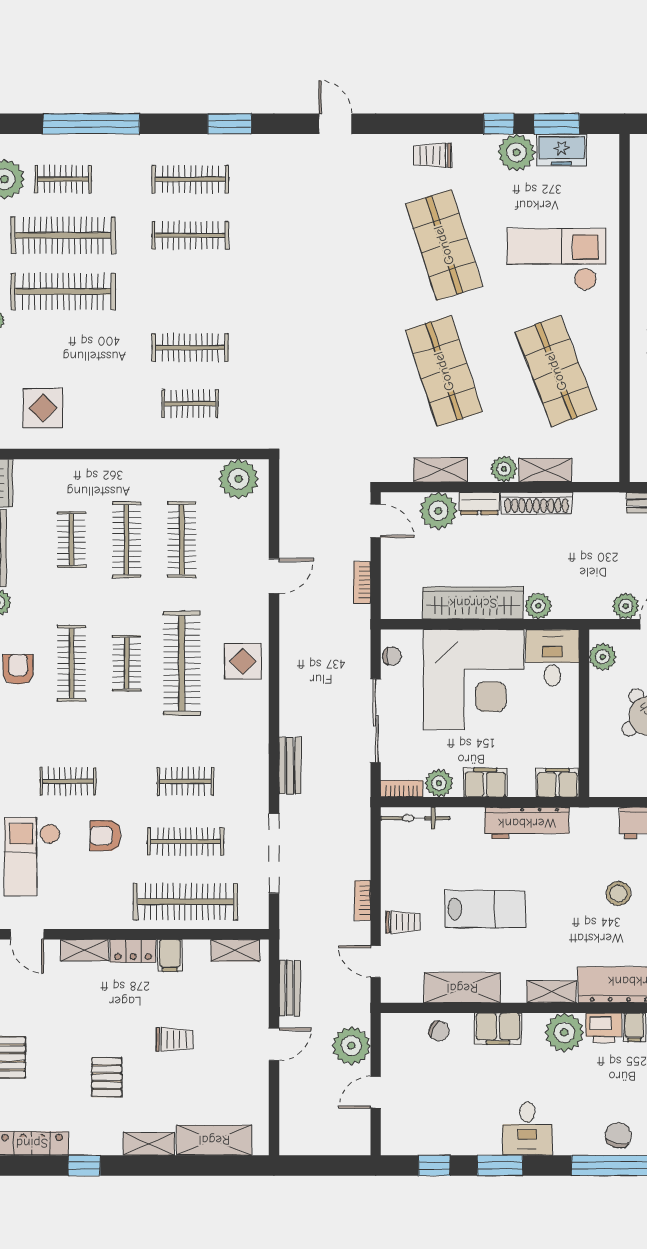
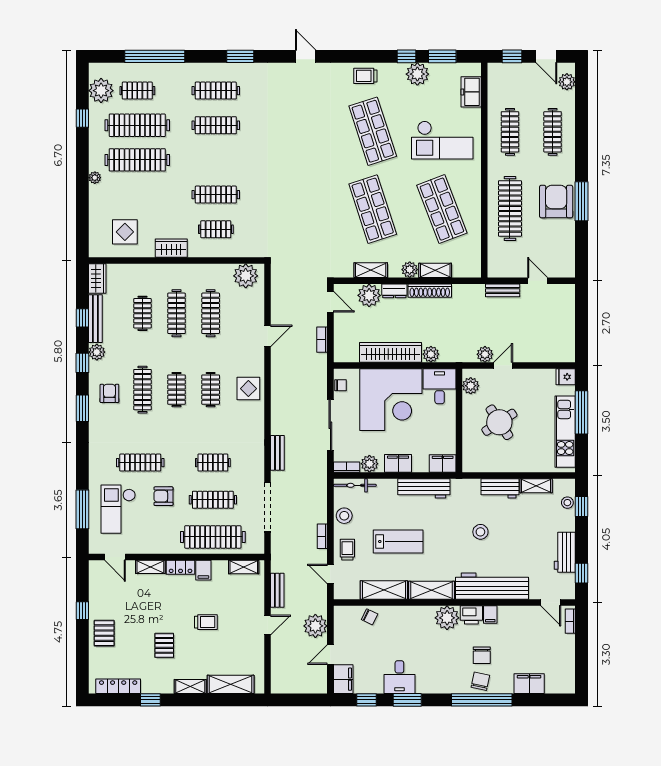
freezer: (562, 150) -> (471, 92), moved, turned 90
checkout: (557, 259) -> (442, 140), turned 180
wardrobe: (118, 434) -> (171, 248), added
clothes rail: (182, 663) -> (211, 390), width x0.54, depth x0.76
clothes rail: (68, 781) -> (140, 463), width x1.36
stool: (398, 867) -> (344, 516), added
trolley: (403, 922) -> (347, 550), turned -90
shelving: (552, 992) -> (432, 590), width x1.50, depth x1.33
filing cabinet: (498, 1029) -> (343, 679), moved, turned -90
chair: (621, 1093) -> (482, 655), added
desk: (527, 1129) -> (399, 677), moved

